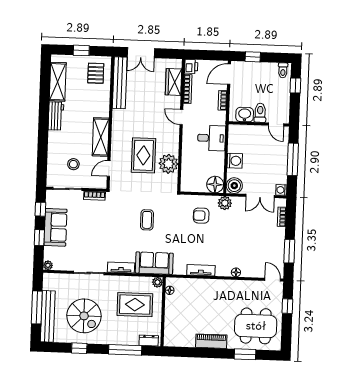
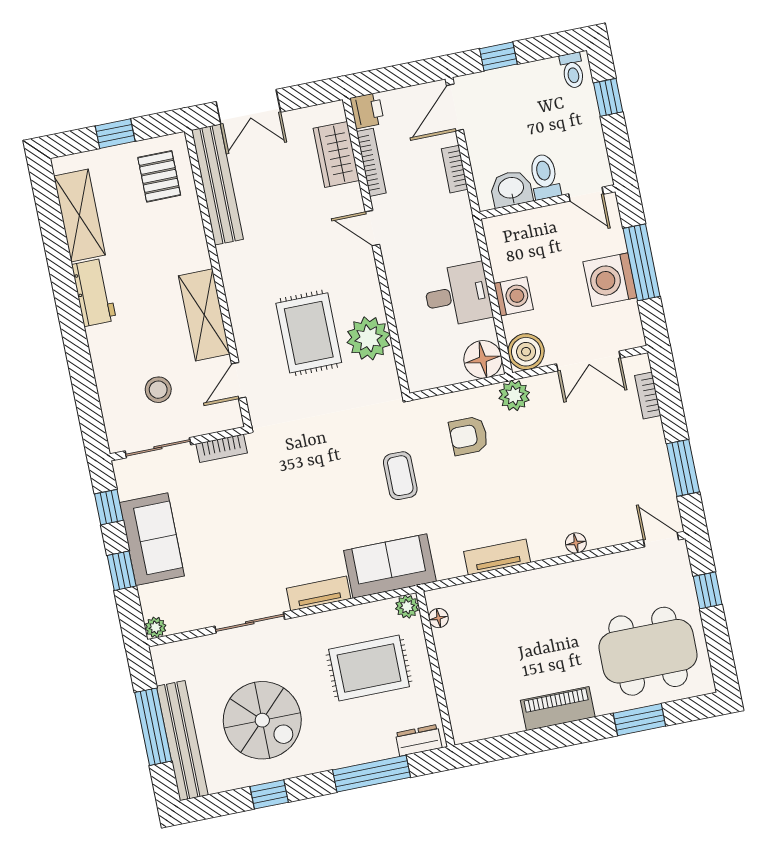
desk: (212, 138) -> (458, 295), moved
washing machine: (281, 190) -> (610, 280), moved, width x1.89, depth x1.89
coffee table: (147, 220) -> (400, 476), moved

